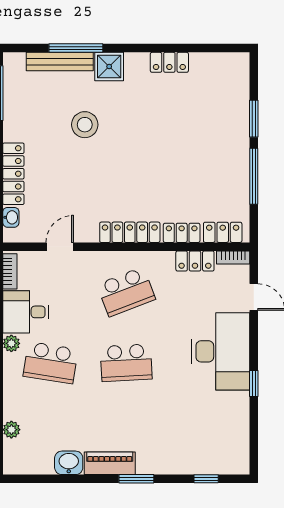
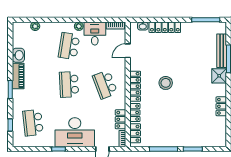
stool: (85, 125) -> (166, 83), moved
door: (60, 247) -> (128, 51), swing flipped
school desk: (202, 434) -> (33, 123), added

